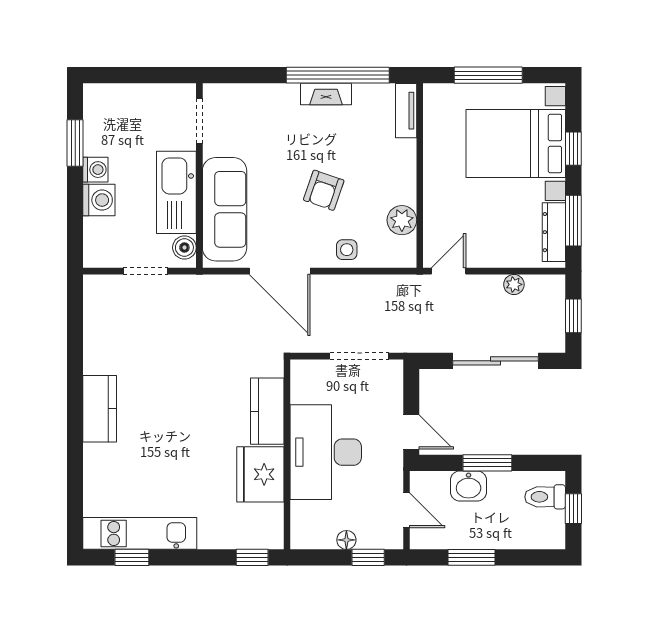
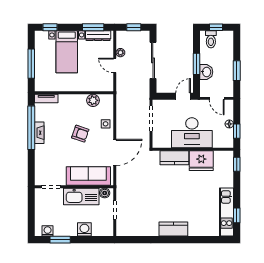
bed with nightstands: (516, 143) -> (67, 52), width x0.73
window: (573, 149) -> (50, 27), moved
washing machine: (95, 170) -> (48, 231), moved
door: (449, 271) -> (115, 65), moved
door: (406, 510) -> (217, 98), swing flipped
window: (368, 557) -> (237, 131), moved

